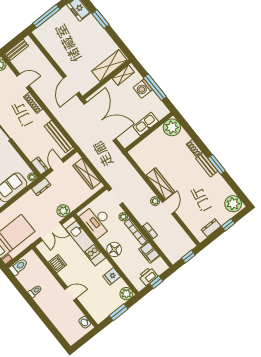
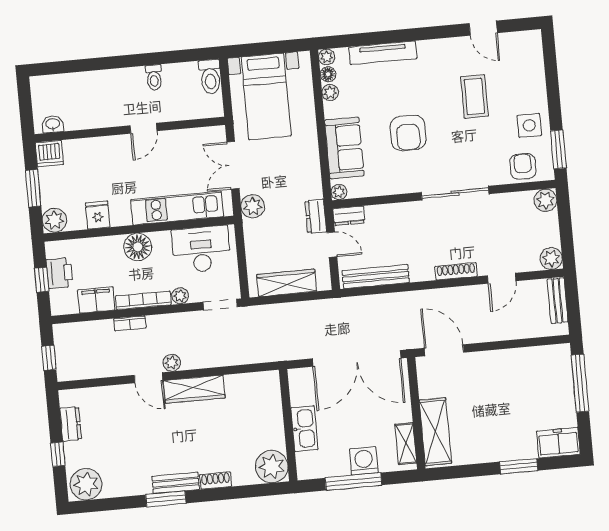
dresser: (41, 187) -> (316, 216), moved
dishwasher: (57, 264) -> (49, 154), moved
door: (71, 294) -> (144, 128), moved

